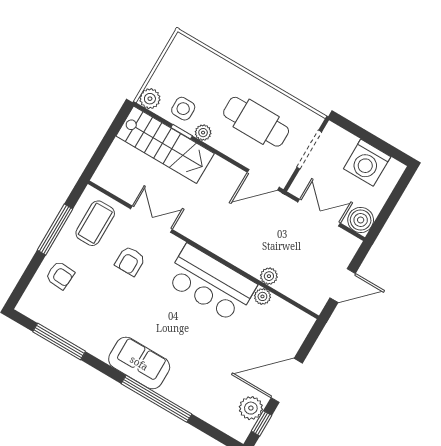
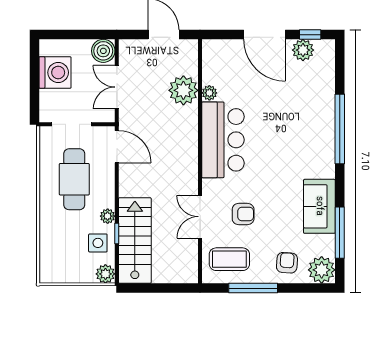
plant: (269, 276) -> (183, 90), width x1.88, depth x1.88
plant: (34, 304) -> (322, 270), added
sofa: (139, 363) -> (319, 206), moved

